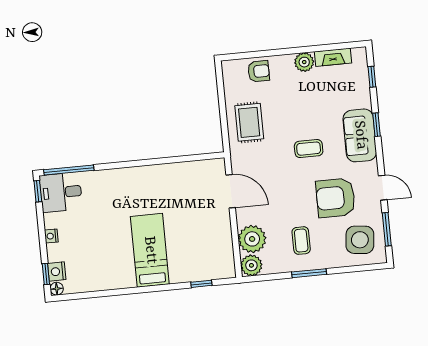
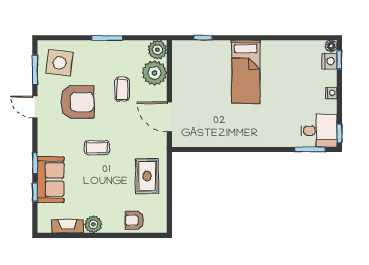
window: (372, 77) -> (35, 192), moved
sofa: (360, 135) -> (51, 180), moved
window: (69, 170) -> (310, 150), width x0.69
coffee table: (301, 241) -> (122, 89), moved

